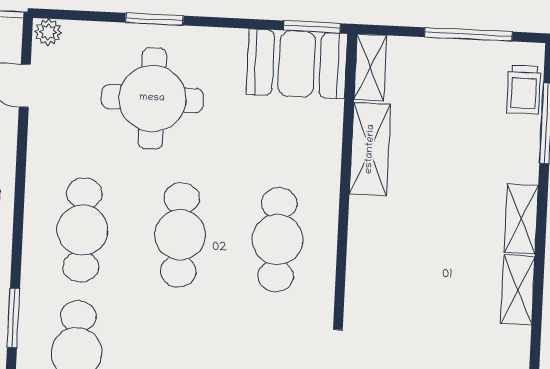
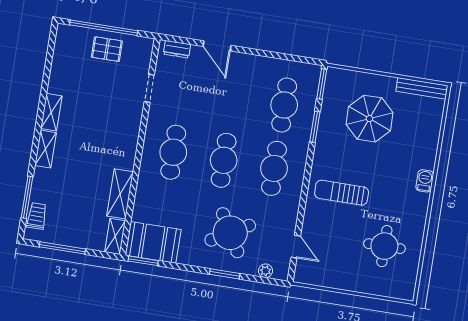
plant: (48, 32) -> (265, 271), moved
round table: (152, 98) -> (230, 233), turned -30

